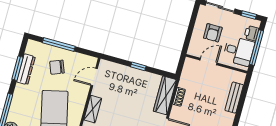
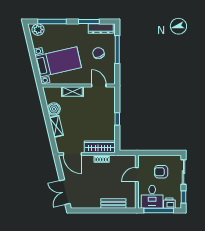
door: (208, 62) -> (137, 175), swing flipped
dresser: (26, 69) -> (101, 28), moved

